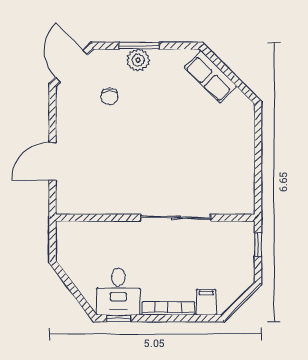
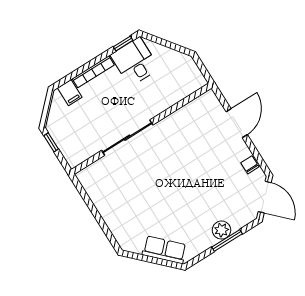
chair: (110, 96) -> (250, 165), moved
window: (258, 244) -> (51, 142), moved

